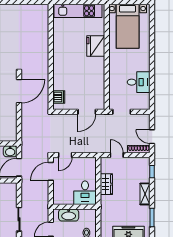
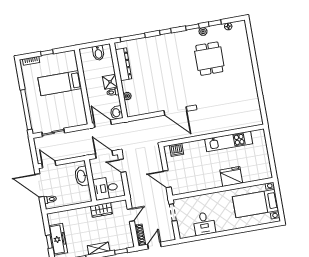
kitchen unit: (78, 11) -> (229, 141), moved, turned -90
desk: (85, 193) -> (106, 188), moved
wall: (74, 207) -> (90, 180), moved
washbasin: (69, 215) -> (82, 176), moved

